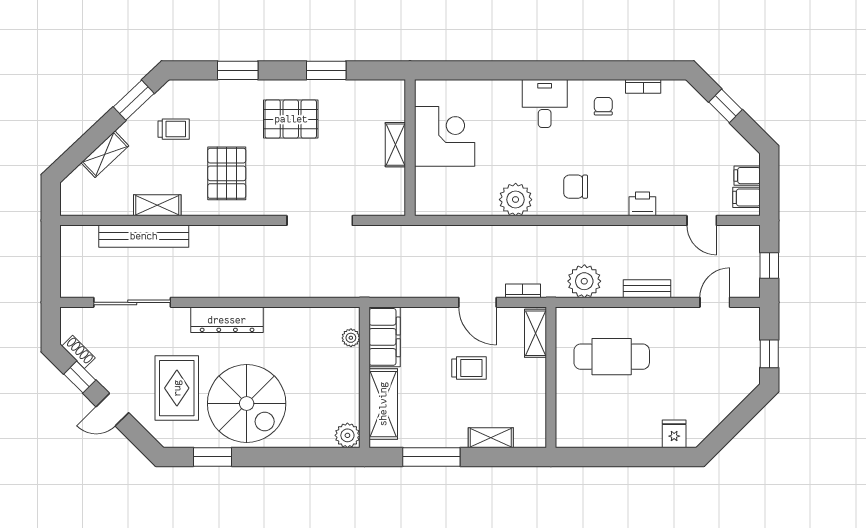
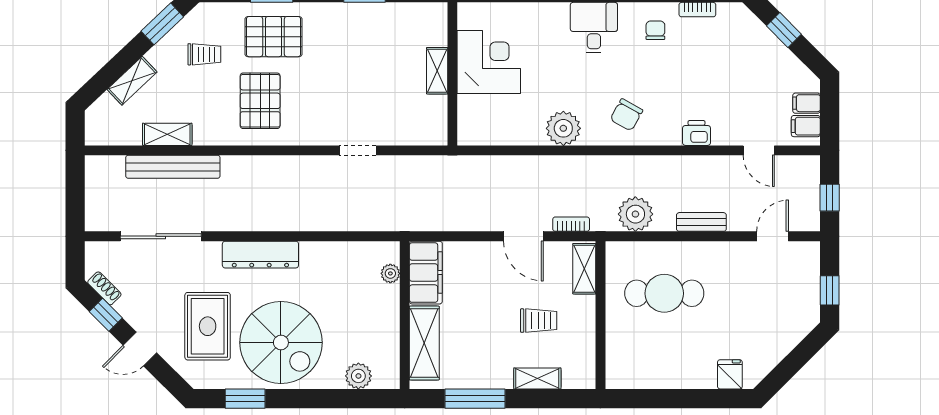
pallet: (291, 119) -> (274, 37), moved
chair: (576, 187) -> (626, 115), turned -61
shelving: (157, 205) -> (167, 134), moved
doorway: (320, 220) -> (358, 150), width x0.53
trolley: (469, 368) -> (539, 321), moved
plant: (347, 435) -> (358, 376), moved

